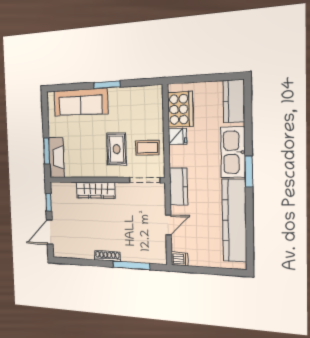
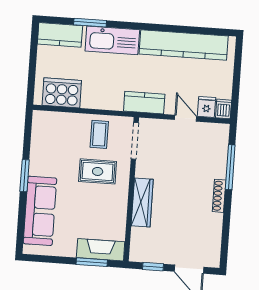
fridge: (177, 136) -> (207, 107), moved
window: (249, 172) -> (90, 23), moved

